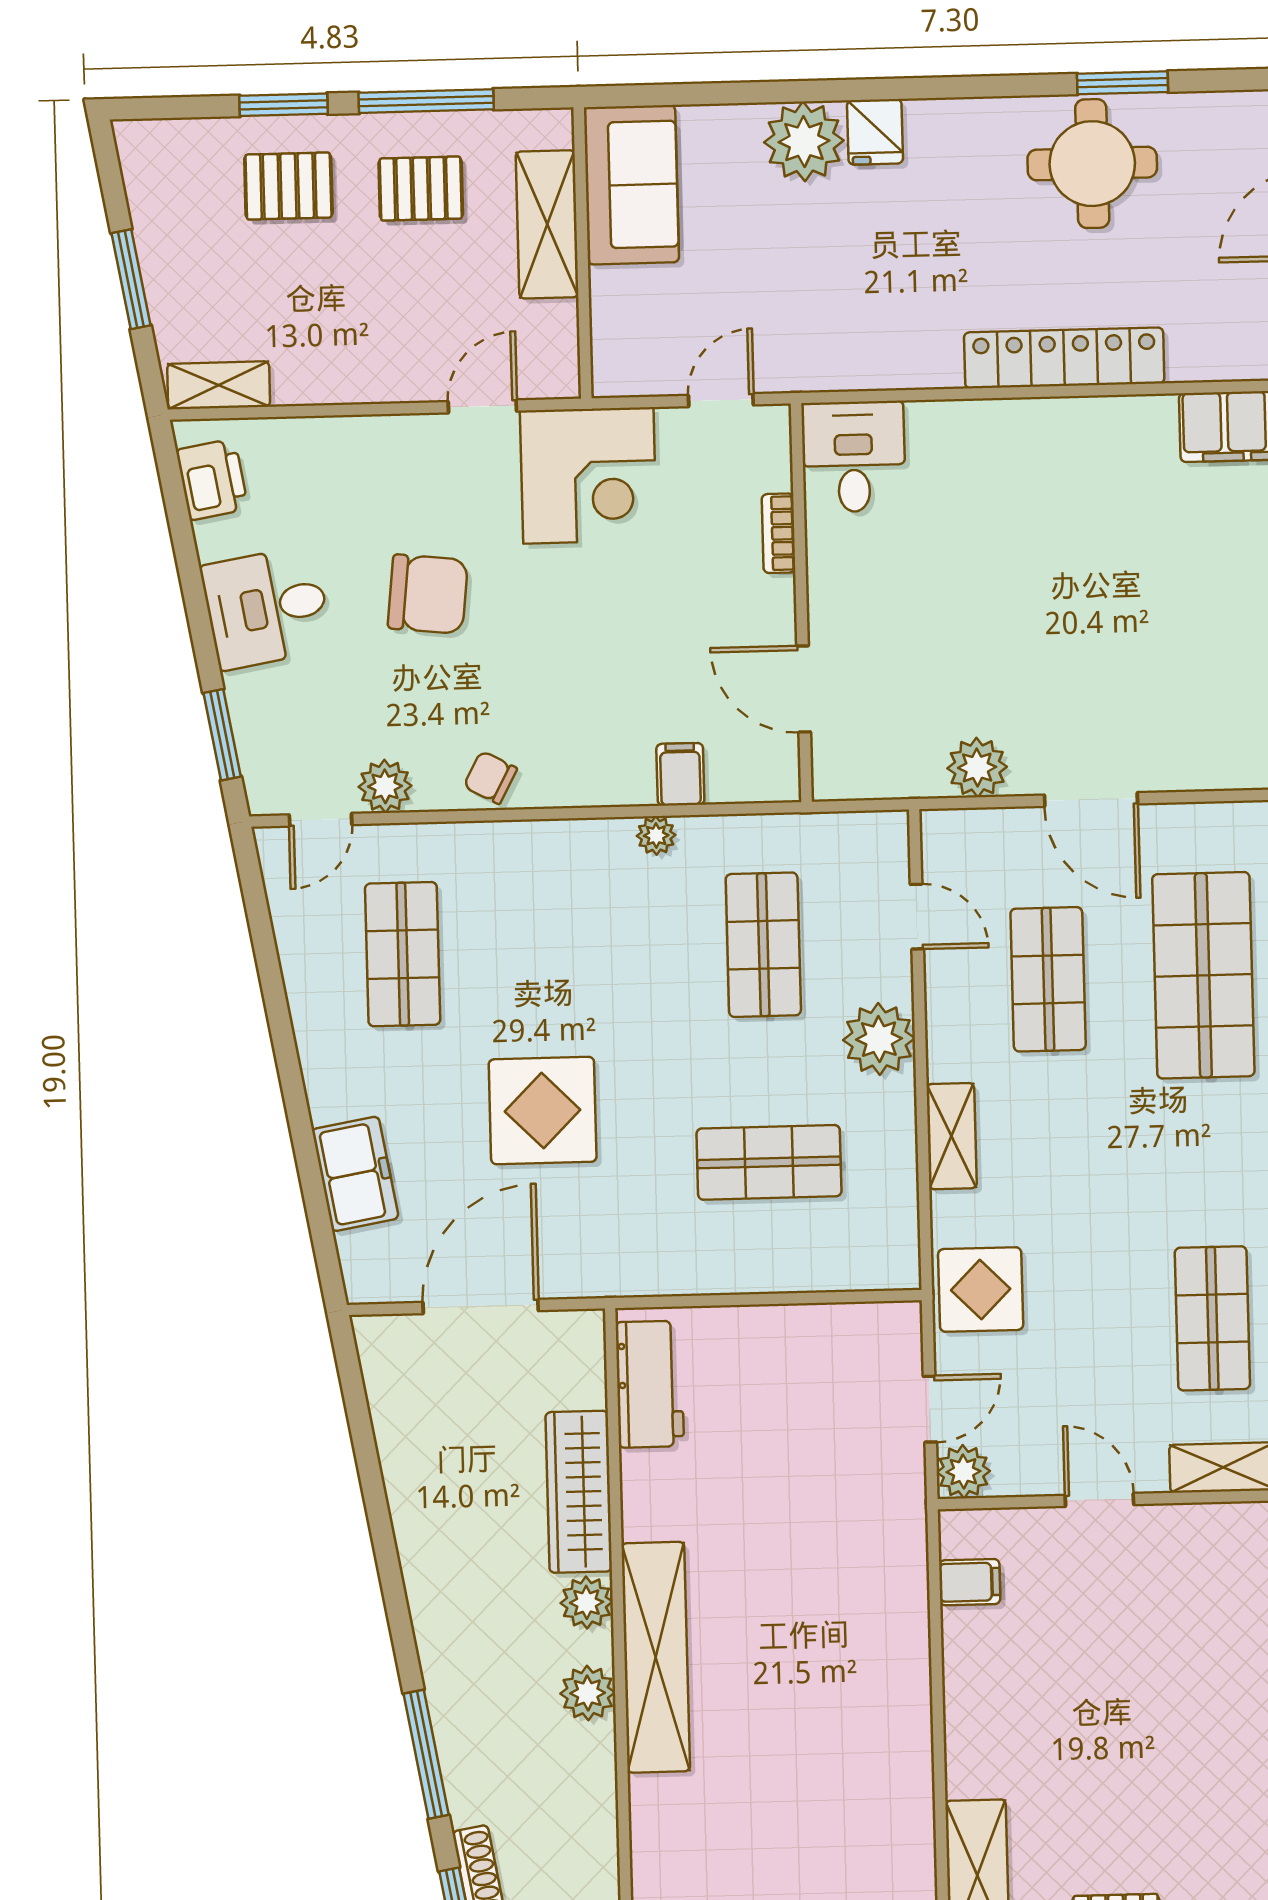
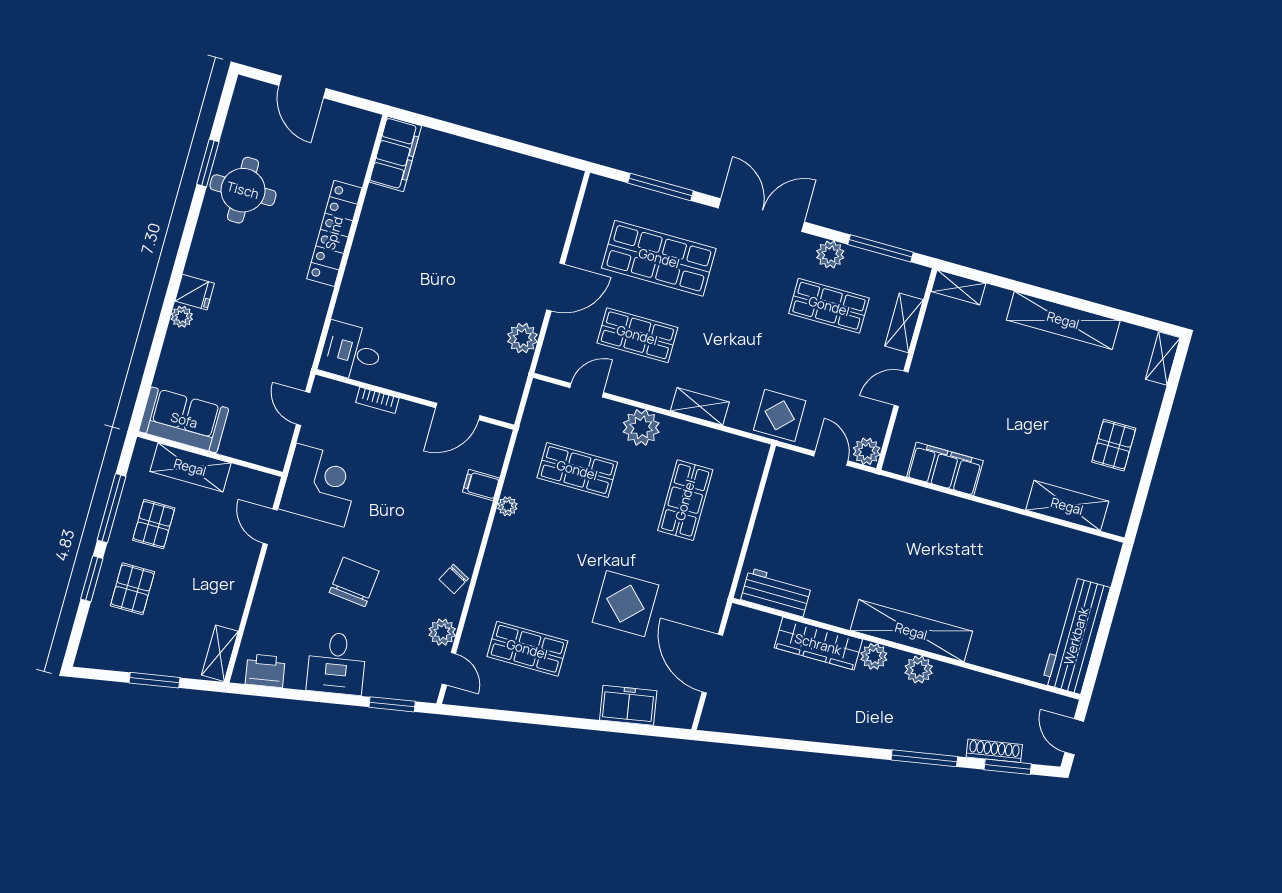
plant: (804, 141) -> (182, 317), width x0.53, depth x0.53
filing cabinet: (970, 1582) -> (945, 469), width x3.00, depth x1.17

